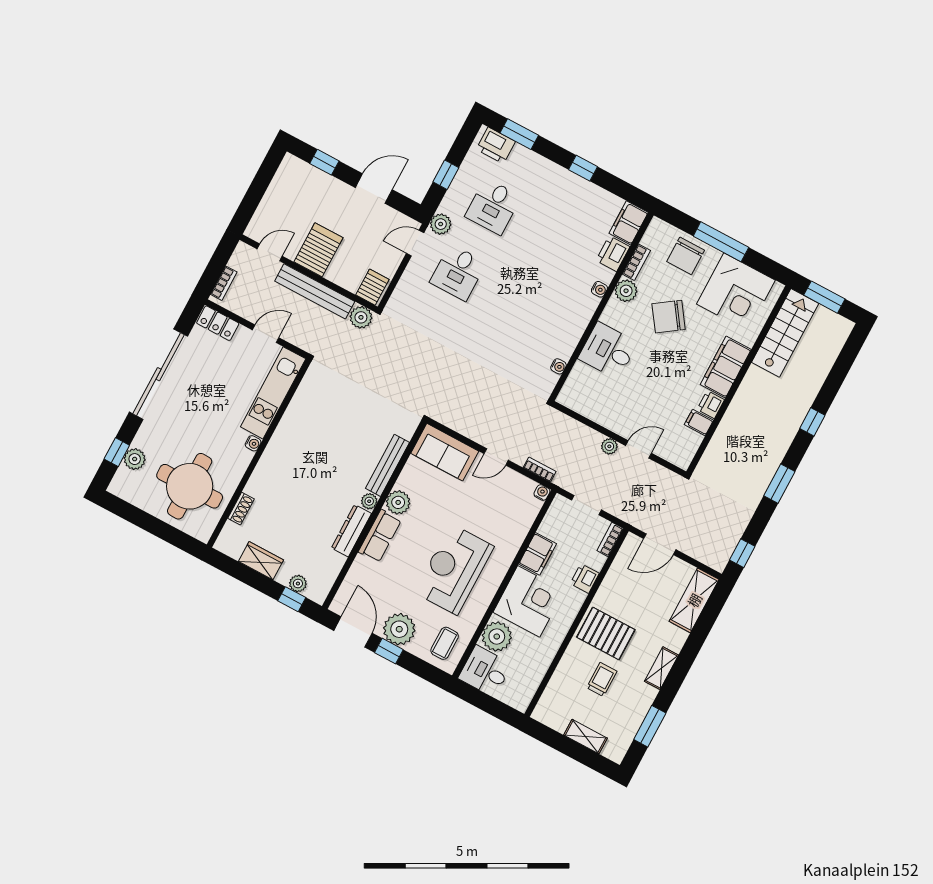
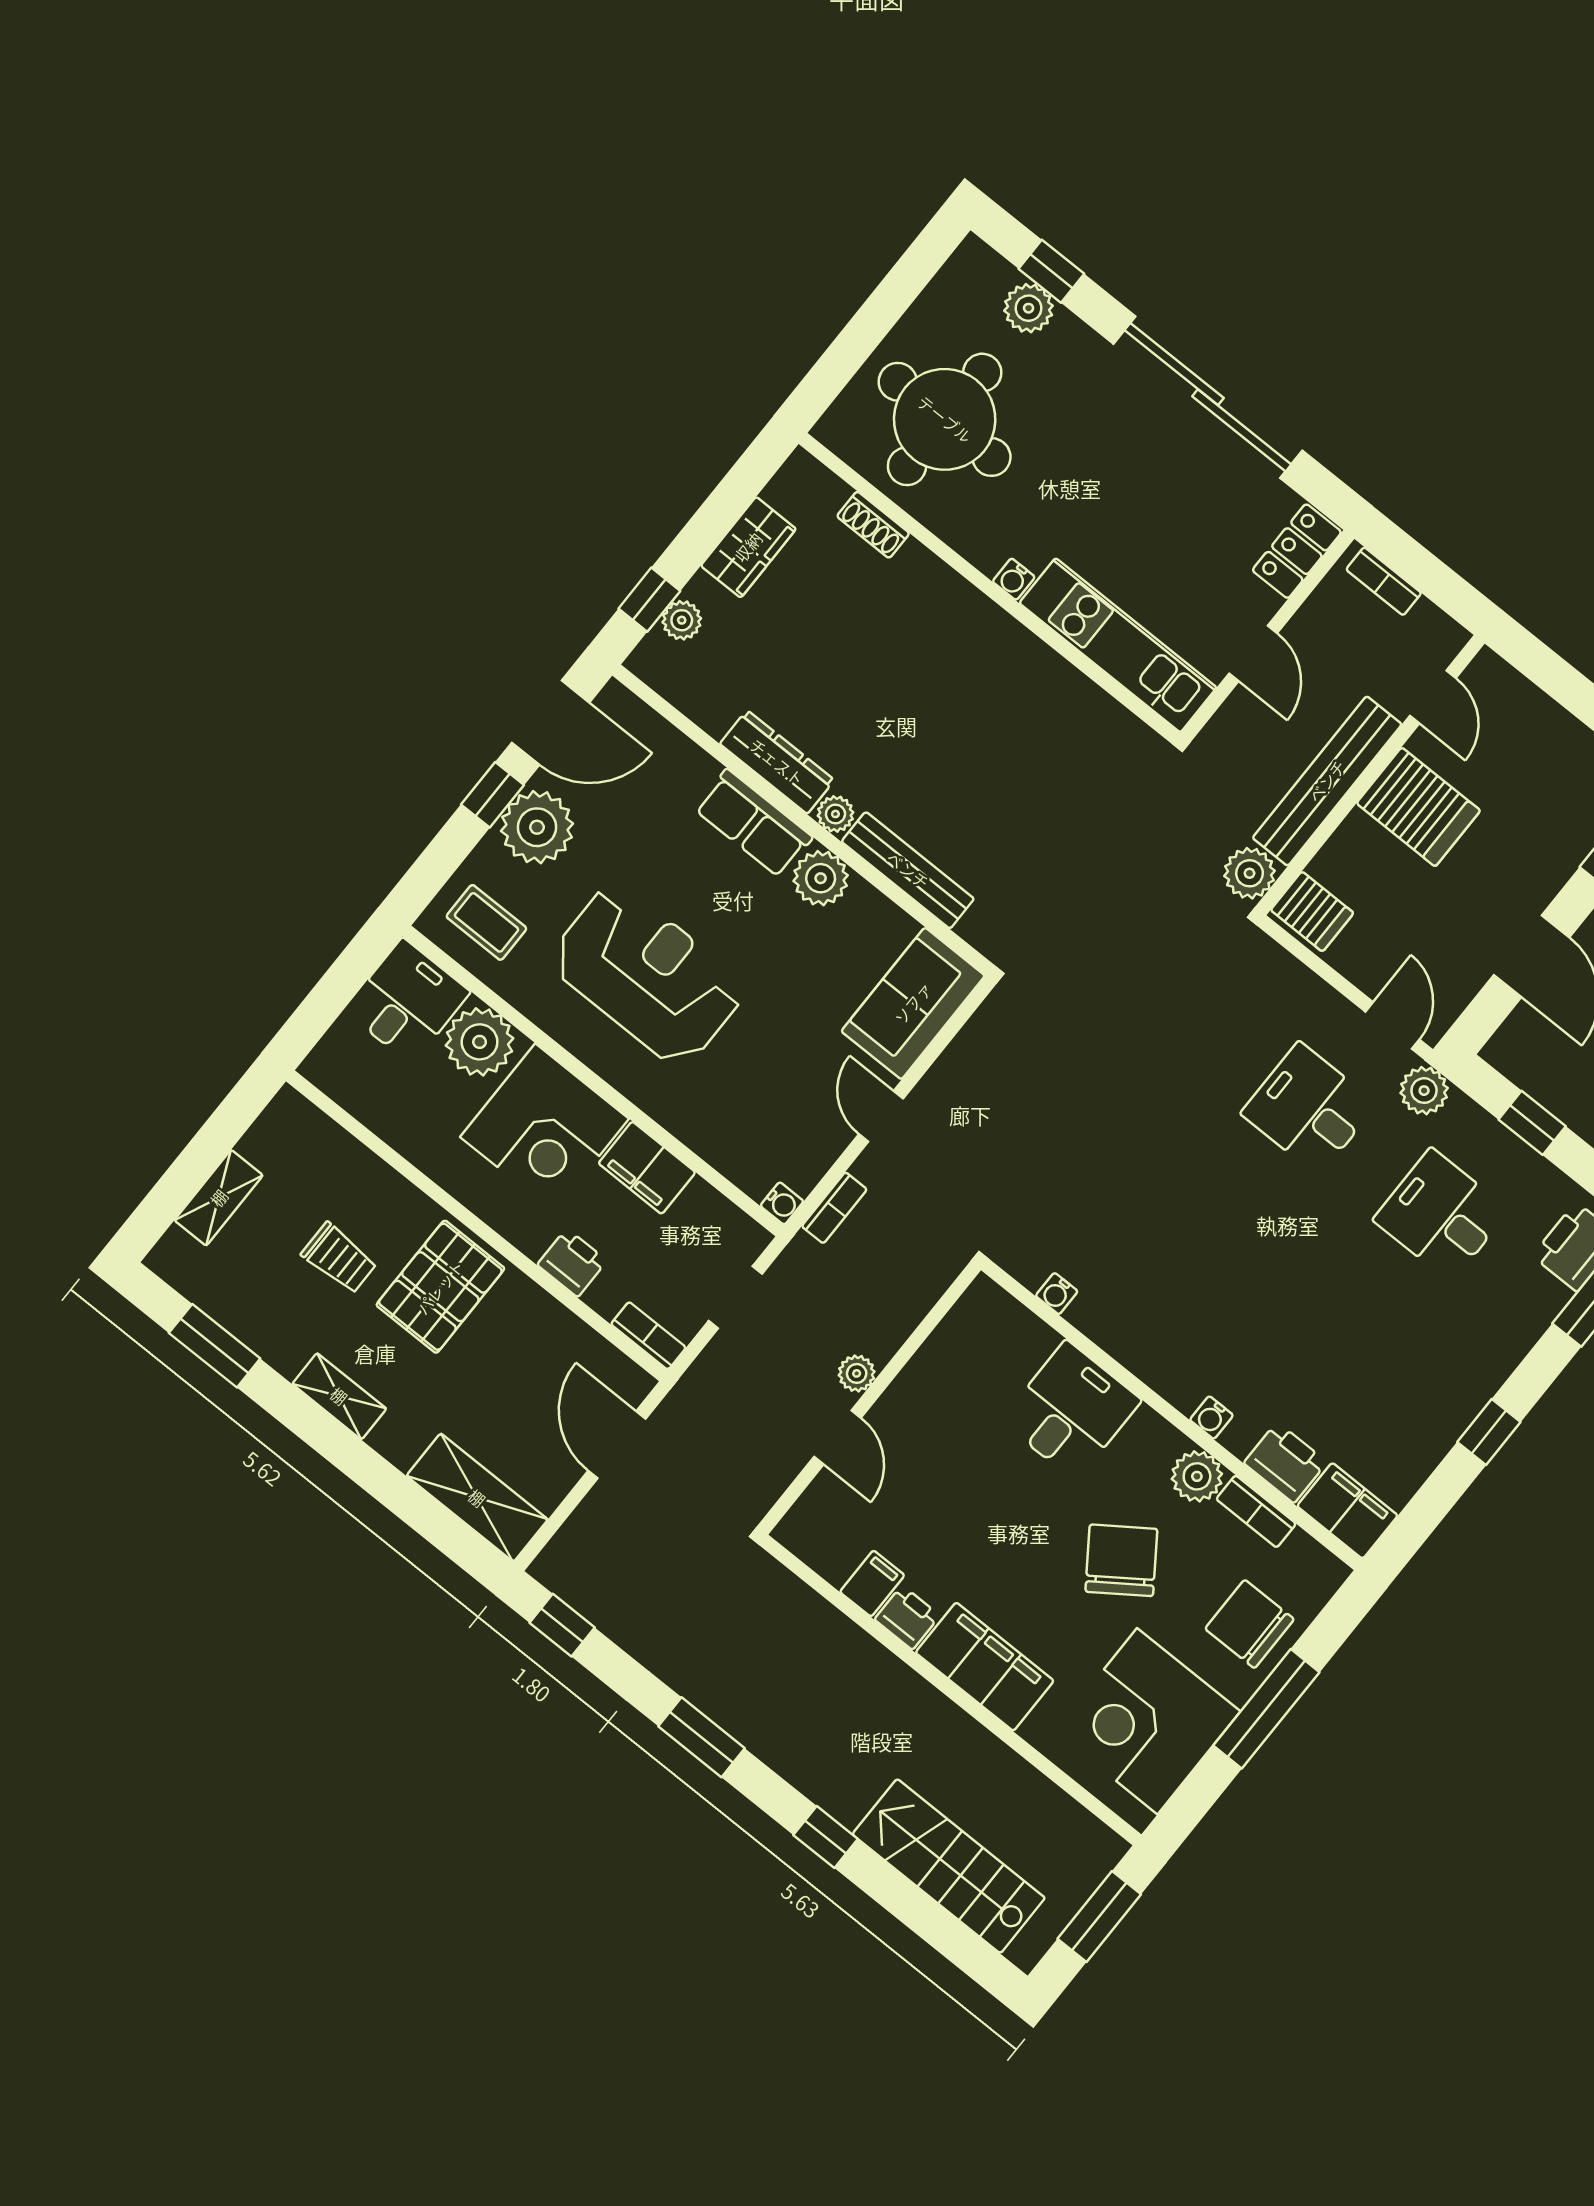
stairs: (785, 333) -> (949, 1866), moved, turned 180

